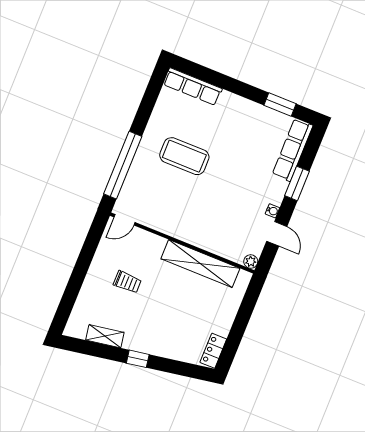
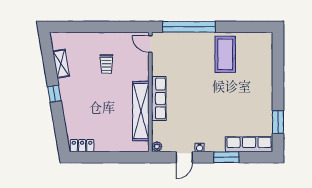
row of seats: (193, 87) -> (159, 98), moved, turned 180
coffee table: (184, 156) -> (225, 54), moved

